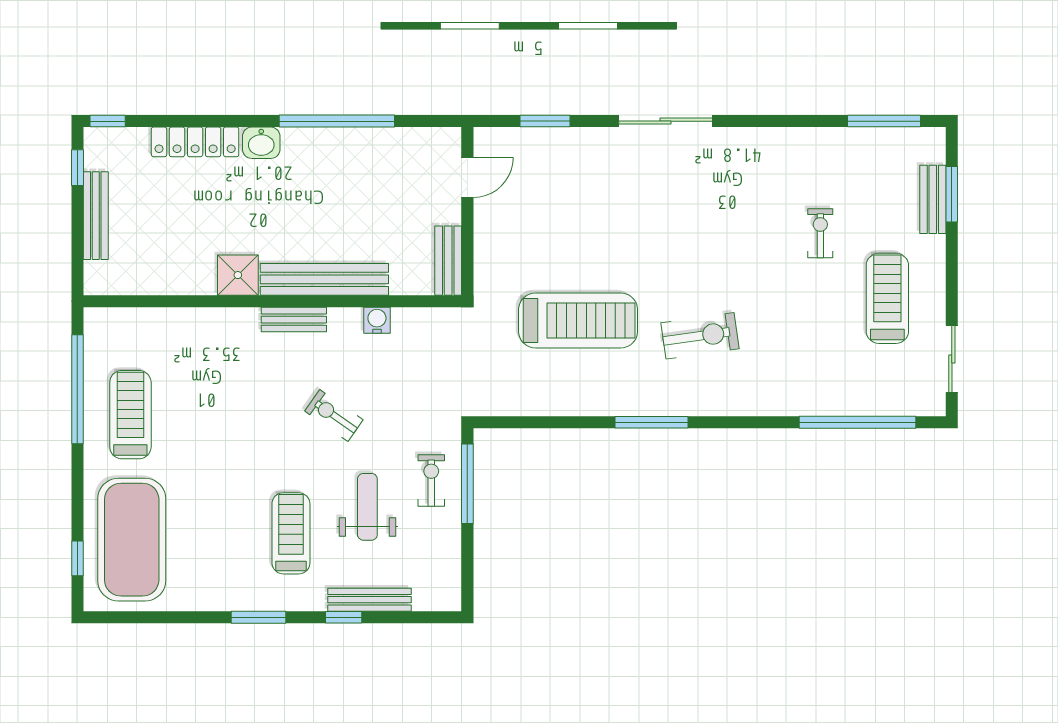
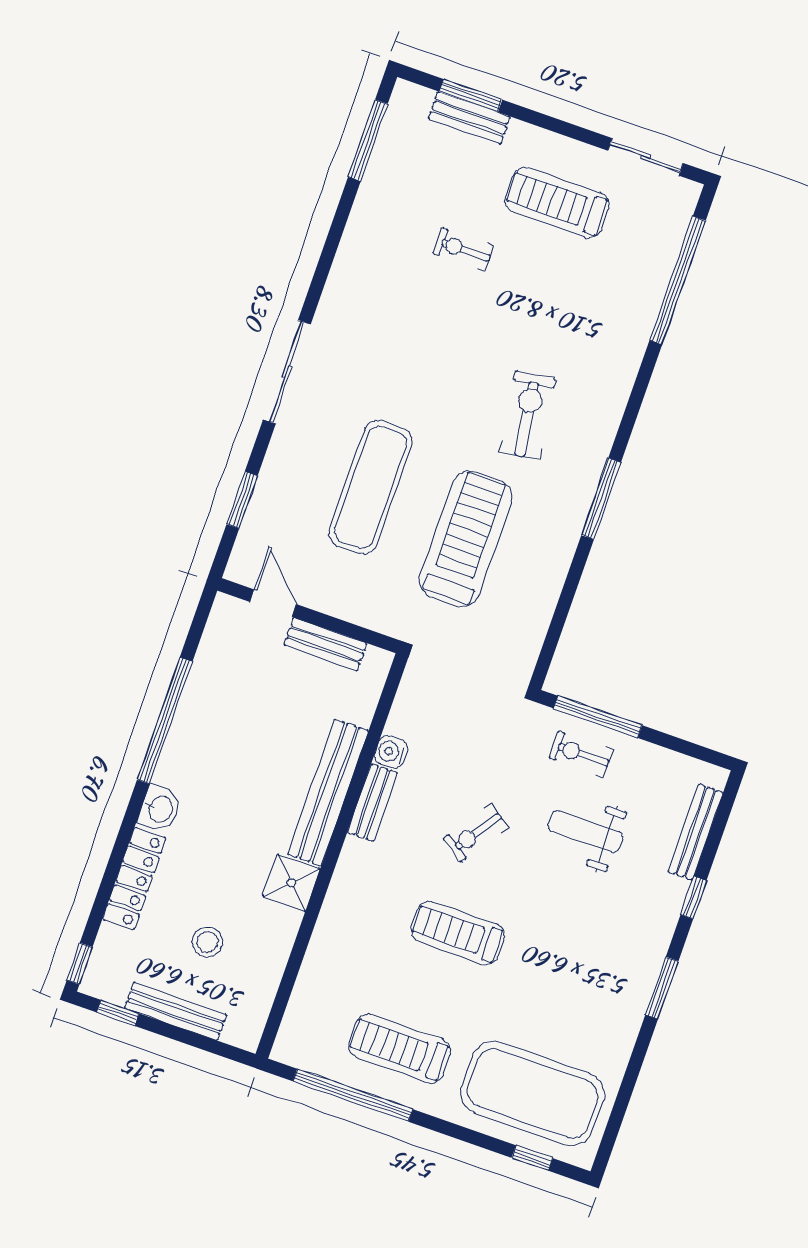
stool: (163, 222) -> (207, 942), added
exercise mat: (593, 225) -> (371, 487), added
bench: (448, 261) -> (325, 644), moved
bench: (294, 320) -> (372, 803), moved
treadmill: (291, 533) -> (458, 933), moved
bench: (369, 600) -> (696, 832), moved

